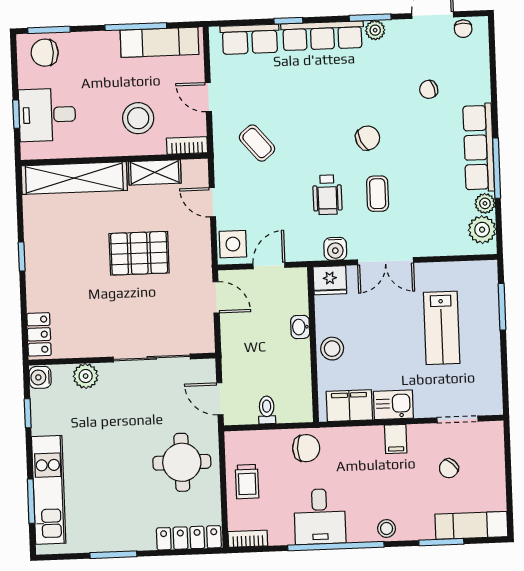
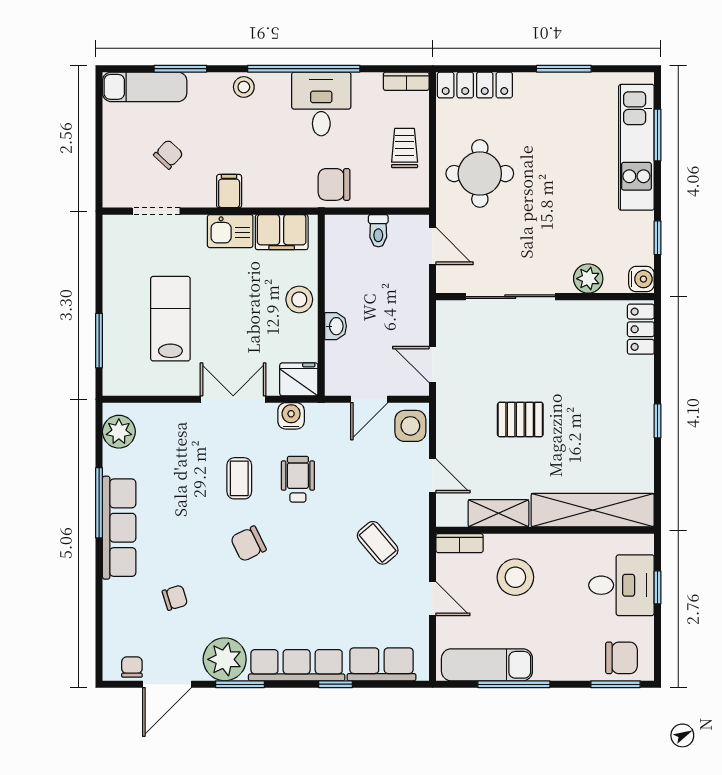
plant: (375, 30) -> (225, 659), width x1.87, depth x1.87
plant: (485, 203) -> (114, 462), removed
pallet: (139, 253) -> (520, 419), width x0.67, depth x0.71

